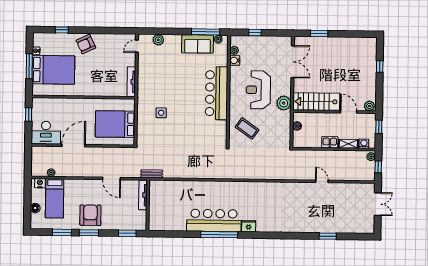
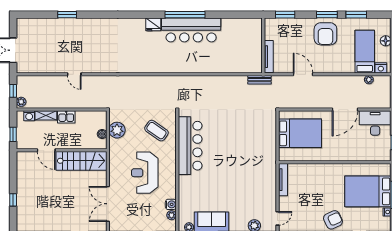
reception desk: (258, 90) -> (145, 173), turned 180
bar counter: (217, 93) -> (190, 146), moved
plant: (284, 103) -> (117, 130), moved
plant: (369, 106) -> (24, 157), removed
side table: (161, 113) -> (250, 146), removed

